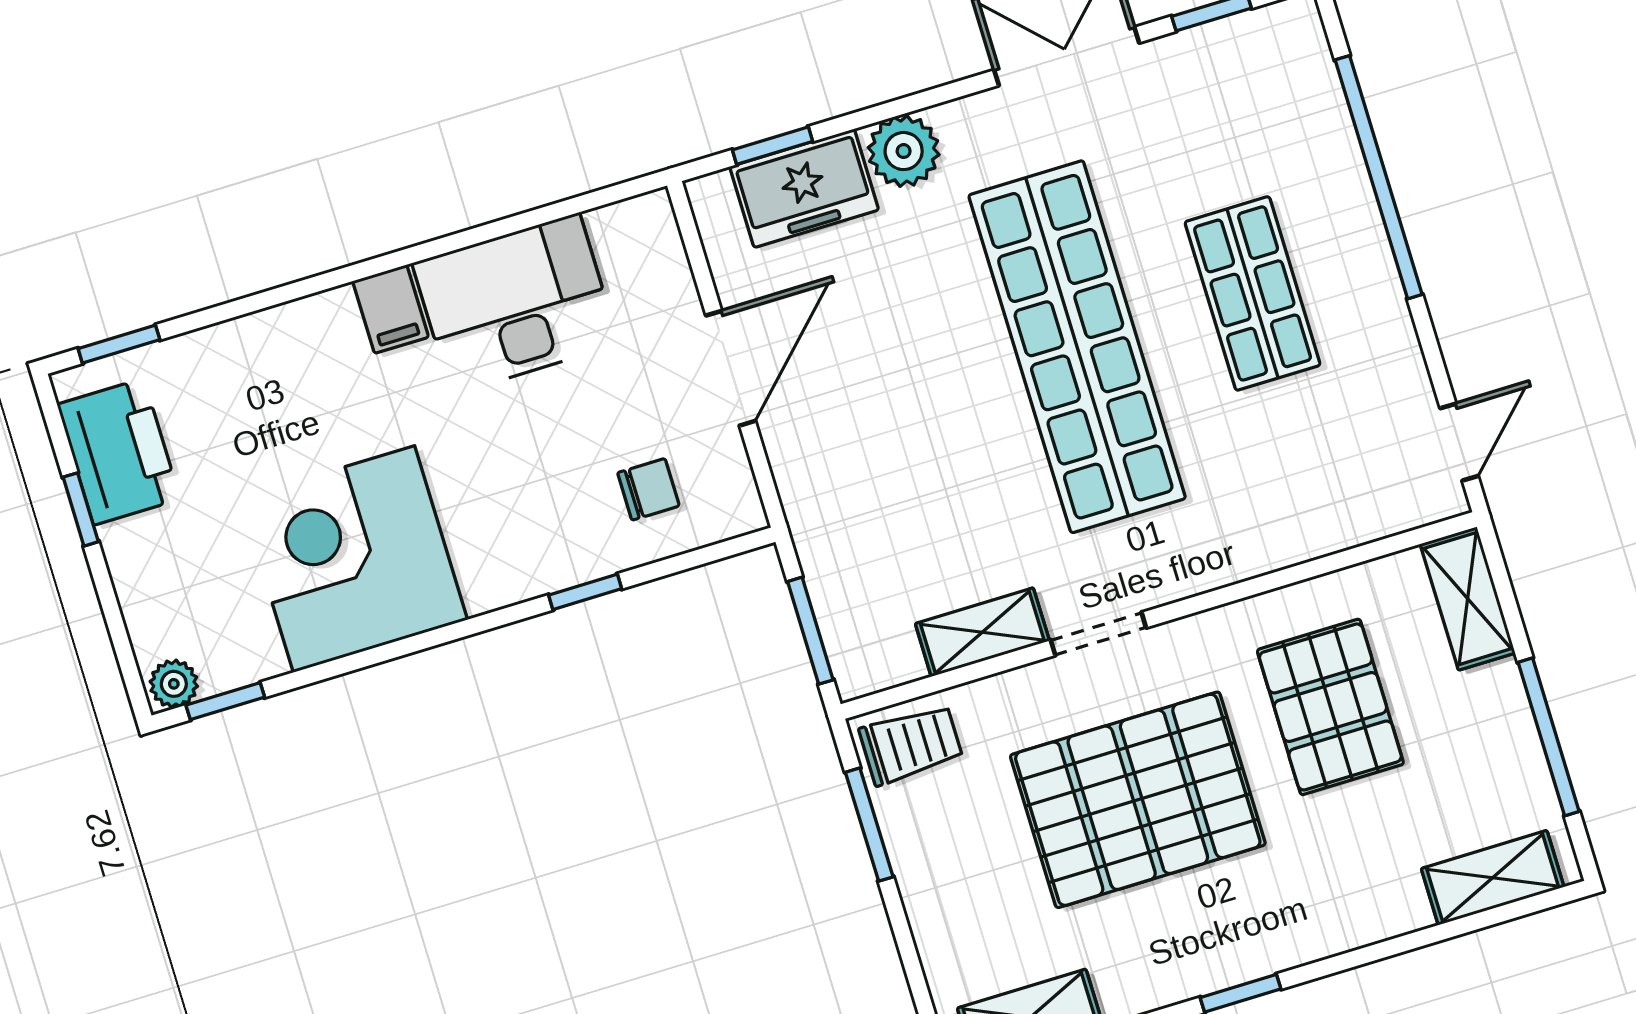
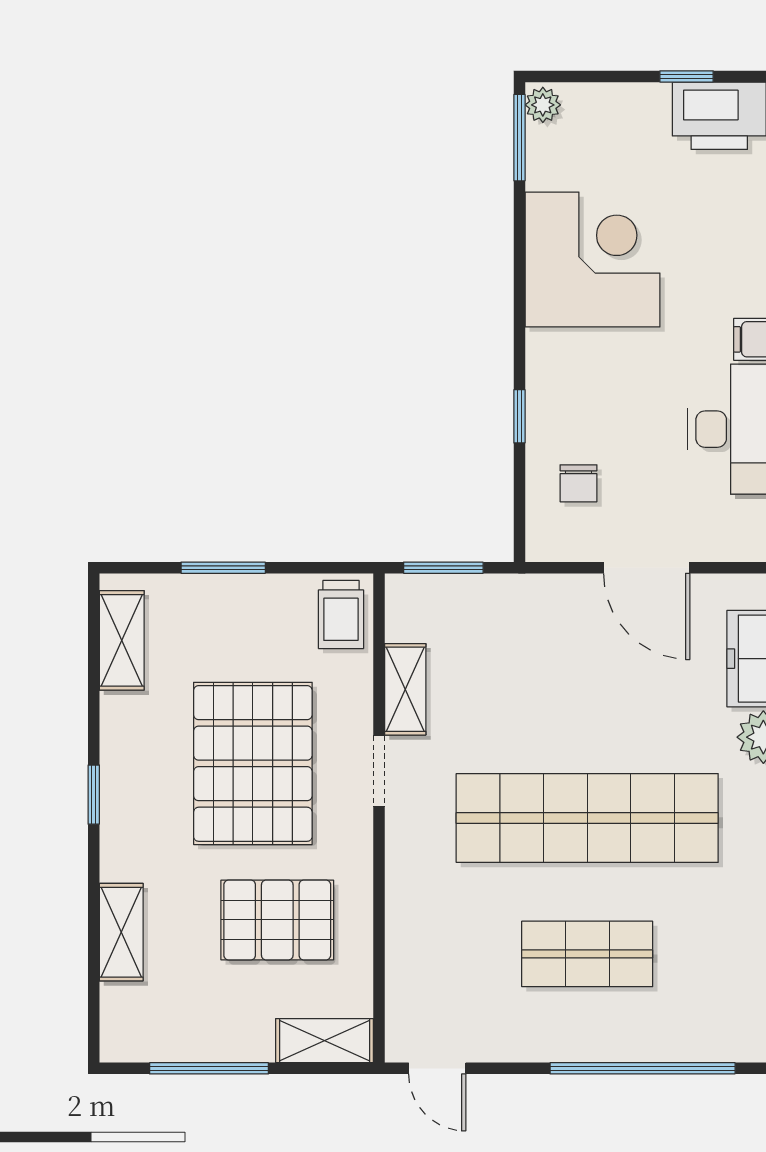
window: (225, 701) -> (519, 138), width x1.50
window: (869, 825) -> (223, 568), moved
shelving: (1493, 878) -> (121, 932), moved

